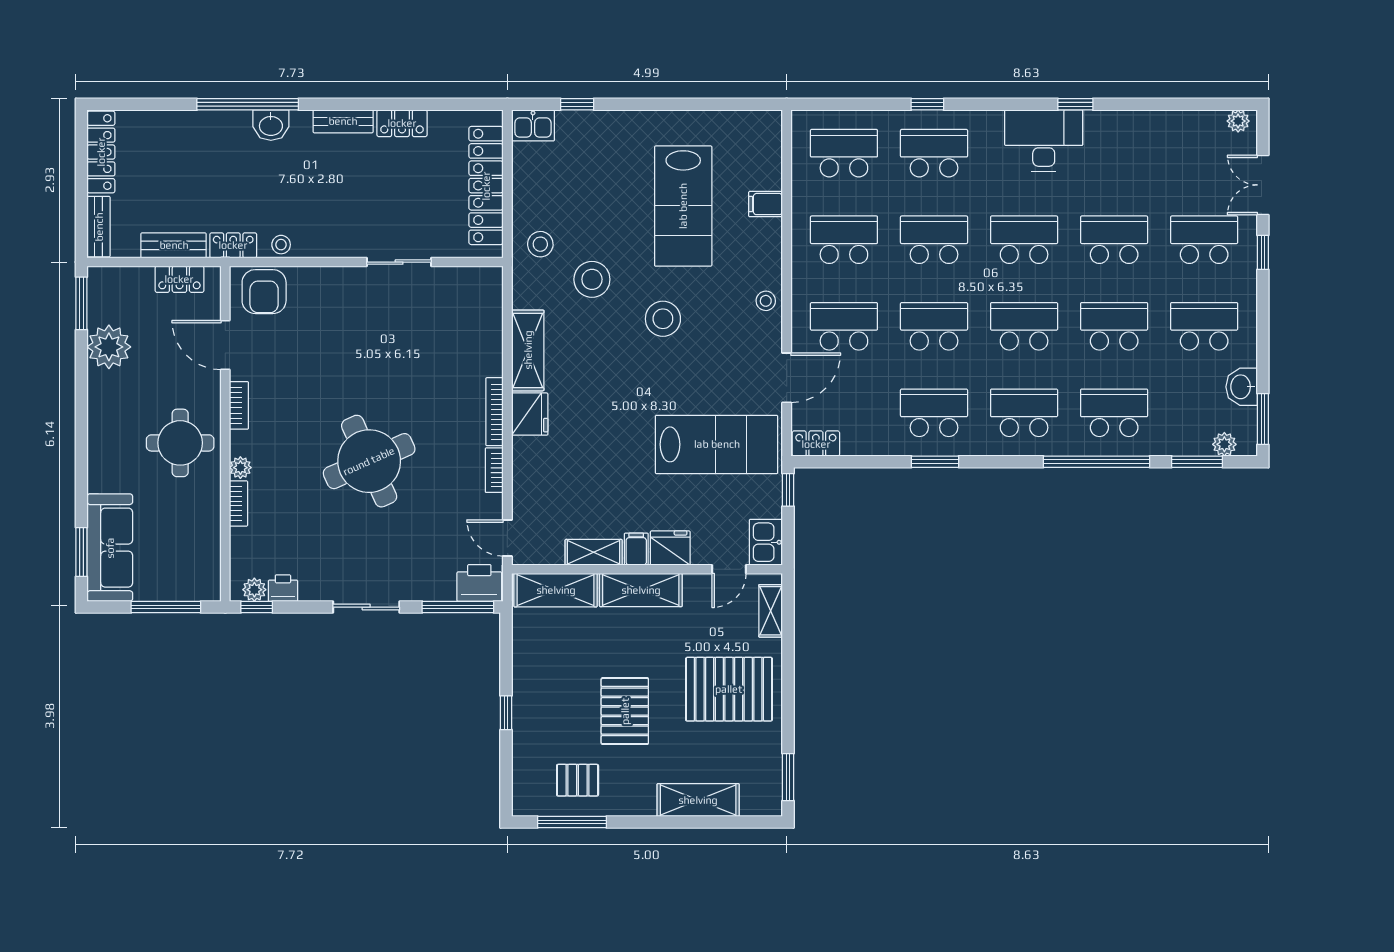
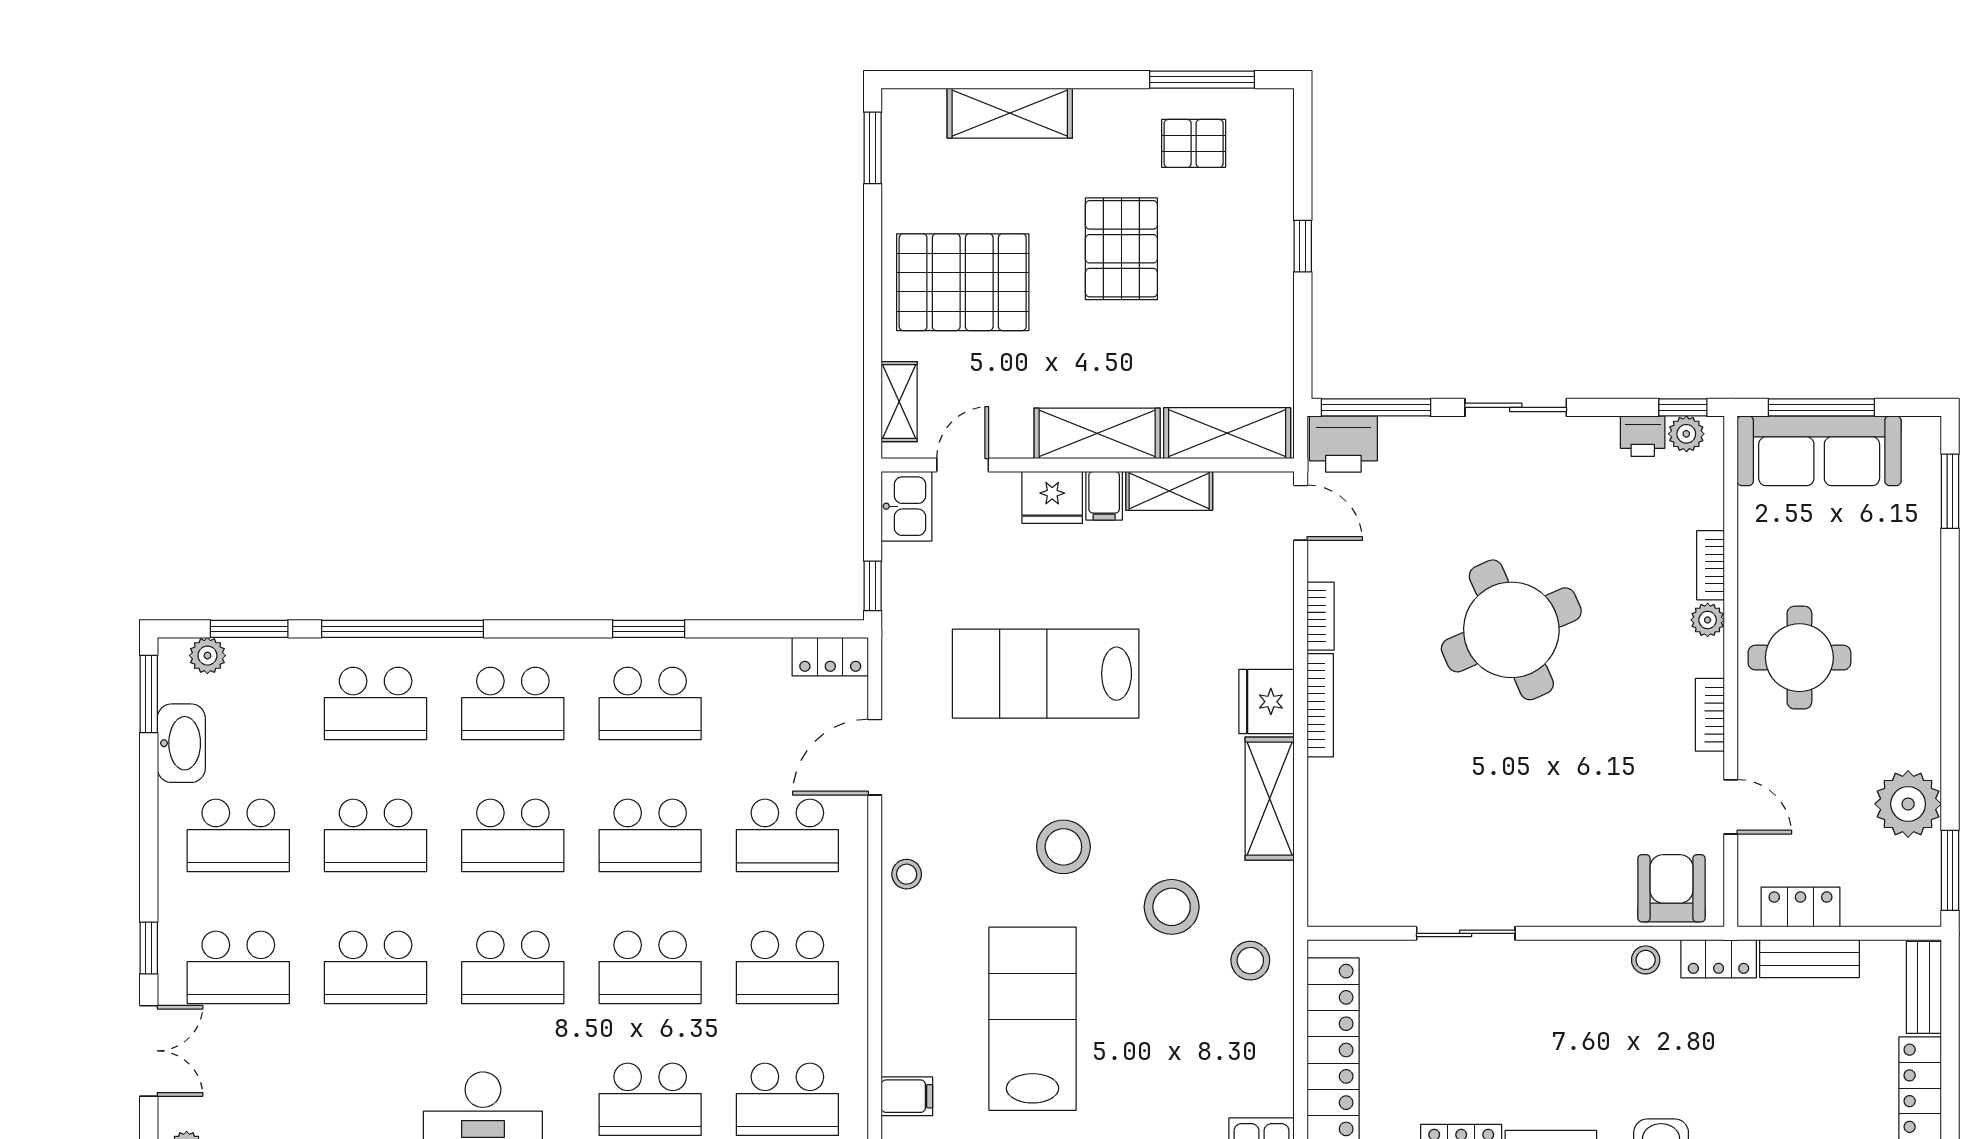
filing cabinet: (766, 204) -> (907, 1096), moved
door: (225, 345) -> (1731, 807), width x0.73
washbasin: (1242, 387) -> (181, 743), width x1.38
lab bench: (717, 444) -> (1046, 674), moved
sofa: (110, 548) -> (1819, 451), moved, turned -90

